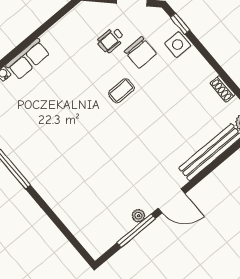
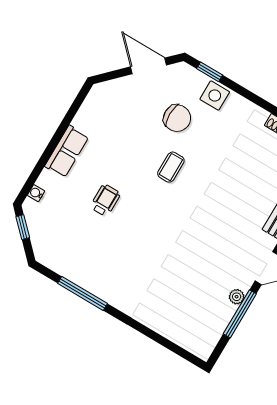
wheelchair: (111, 40) -> (105, 200), moved, turned 180
row of seats: (28, 59) -> (67, 151), moved

